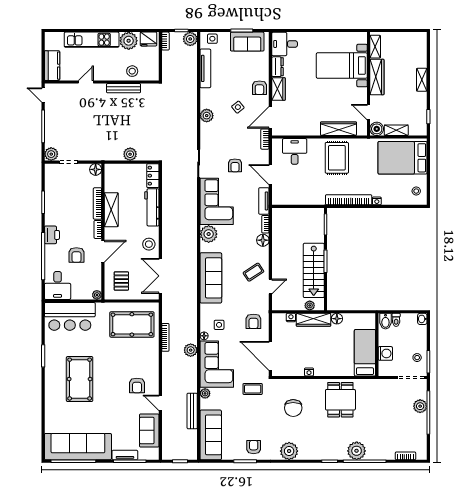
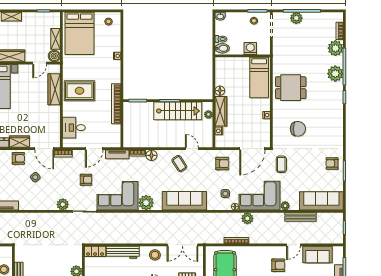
plant: (207, 116) -> (63, 204), moved
bookcase: (349, 200) -> (116, 104), moved
bed: (365, 353) -> (259, 77), moved, turned -90
plant: (289, 451) -> (335, 48), moved

